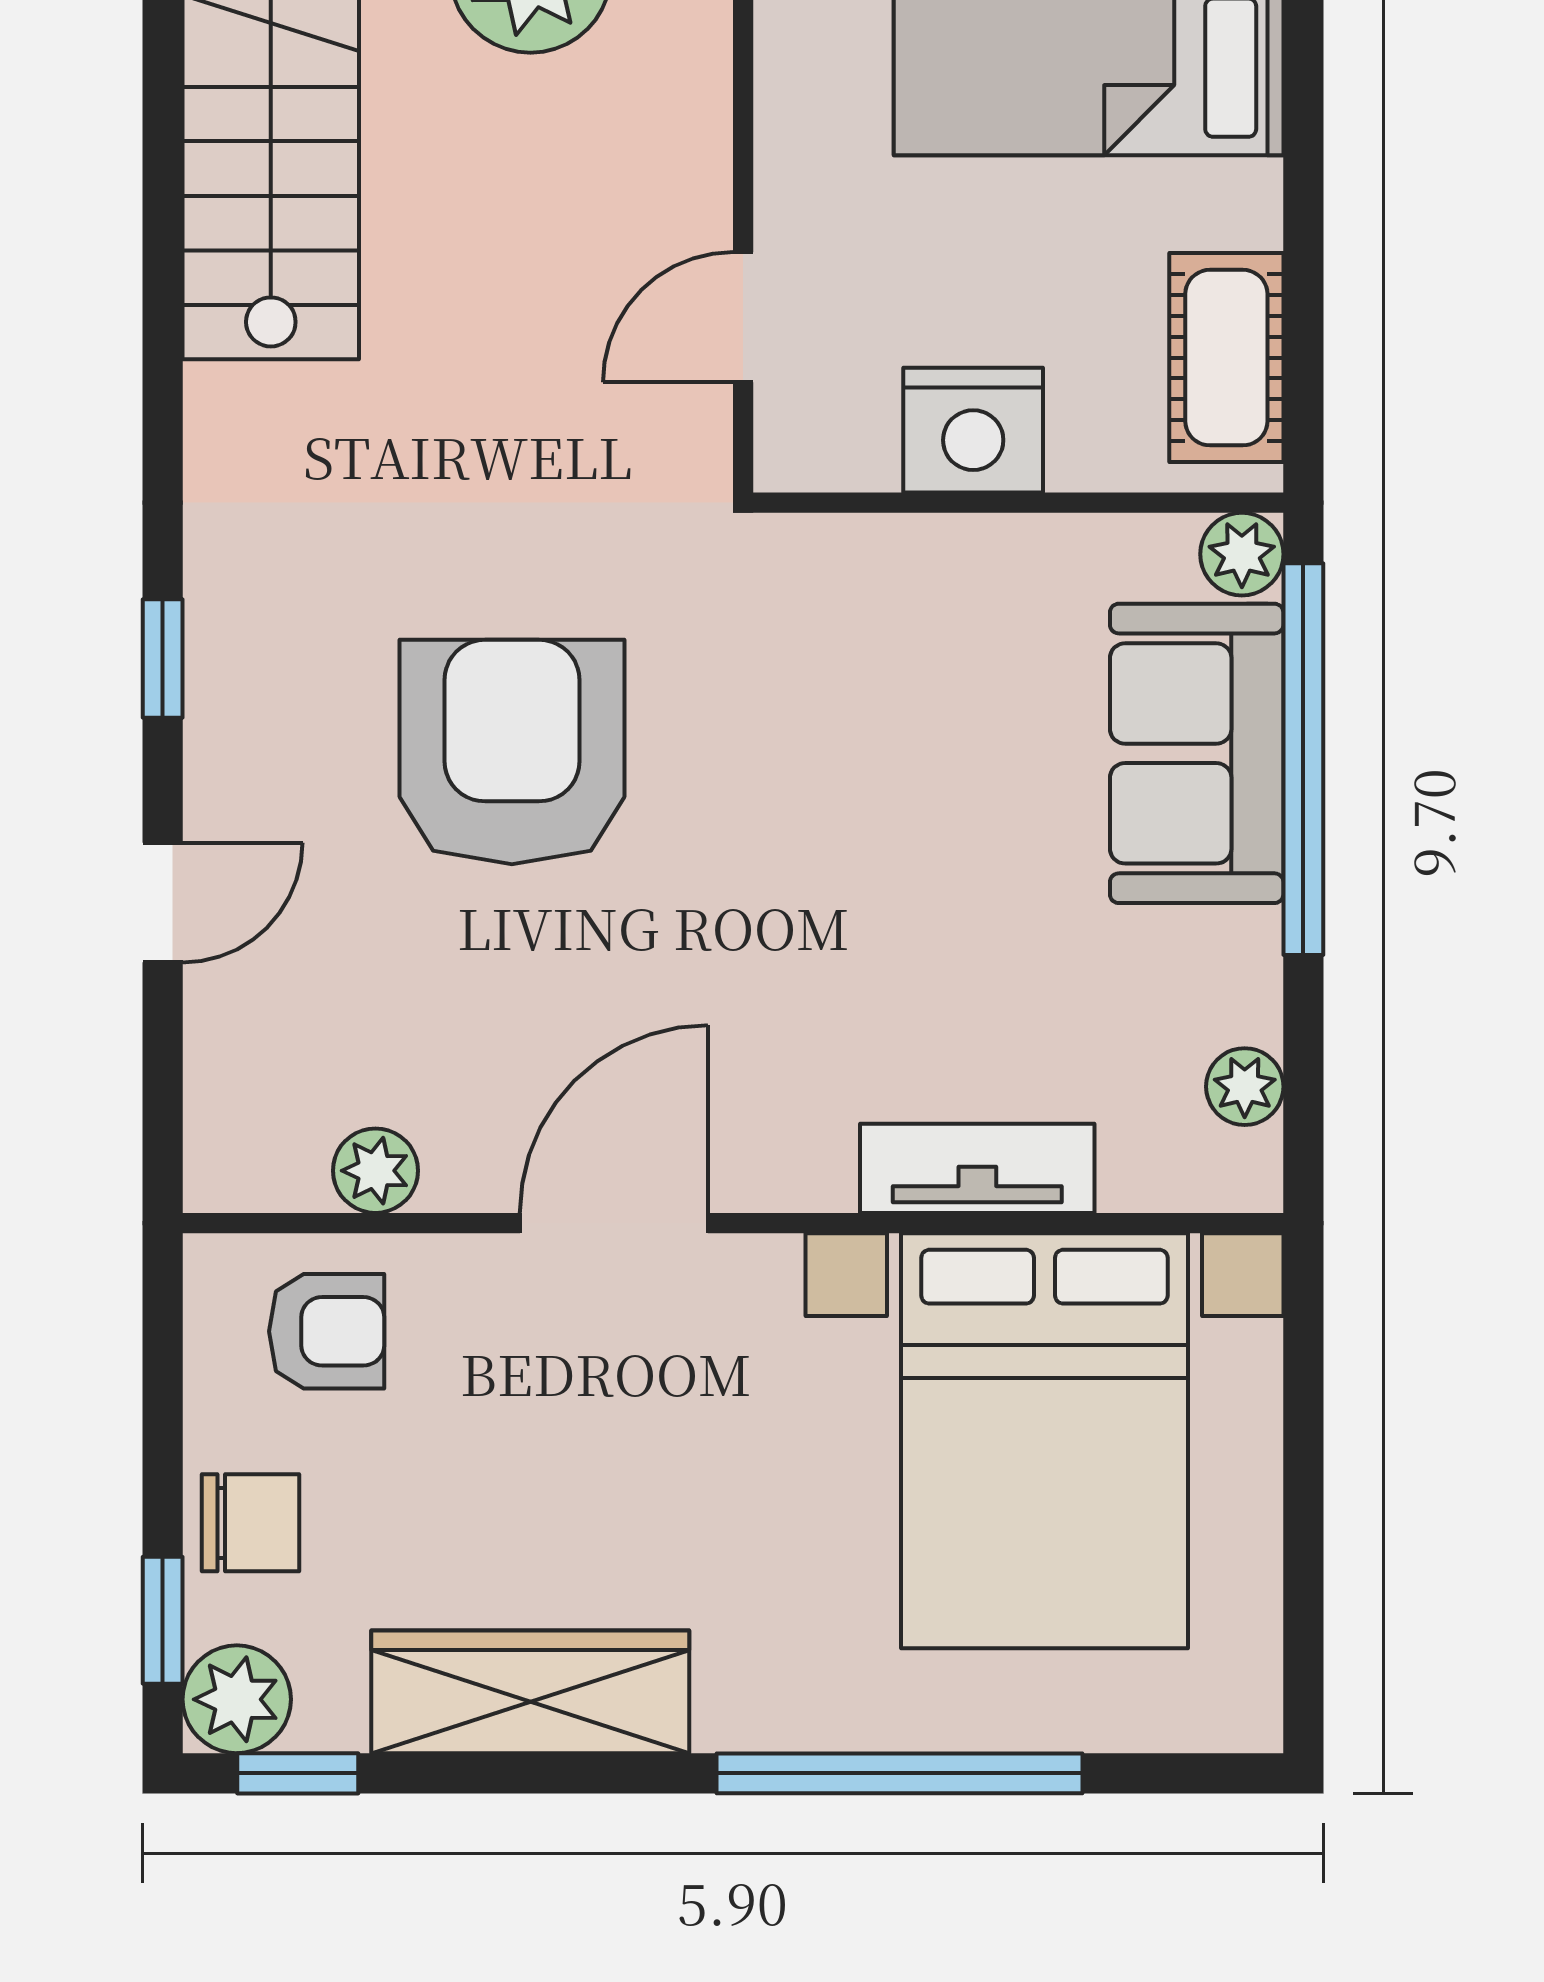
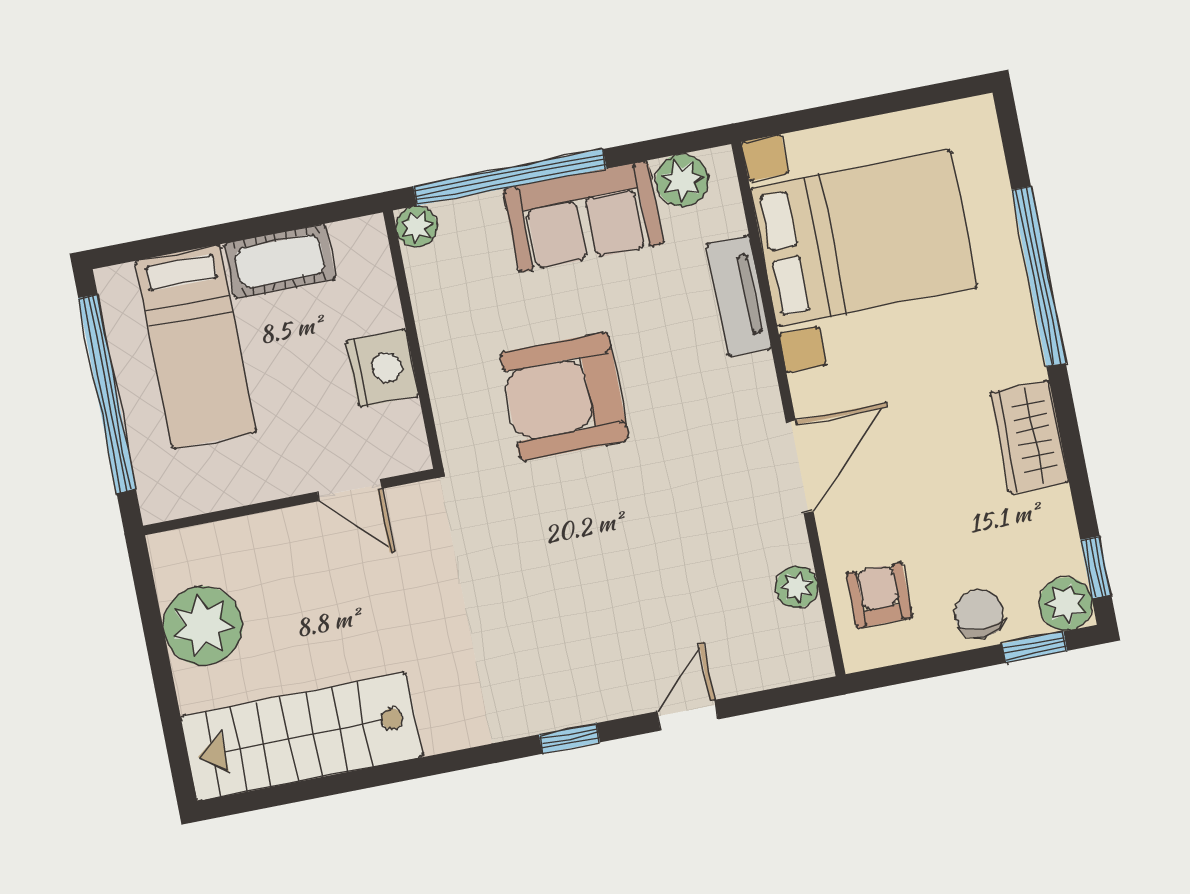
cot: (1226, 358) -> (280, 261), moved
armchair: (512, 752) -> (564, 396), moved
sofa: (1197, 753) -> (583, 216), moved
door: (163, 902) -> (687, 715), hinge flipped
plant: (1245, 1087) -> (682, 180), width x1.38, depth x1.38
door: (614, 1223) -> (800, 467), swing flipped
wardrobe: (530, 1692) -> (1029, 437), width x0.67

